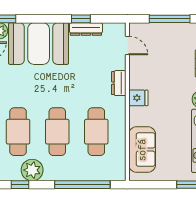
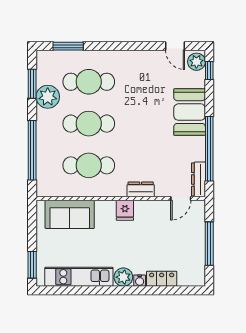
window: (81, 19) -> (209, 149), width x3.17
dresser: (86, 29) -> (198, 179), moved
booth: (39, 44) -> (190, 112), width x0.73, depth x0.70
window: (20, 185) -> (32, 84), width x1.50

